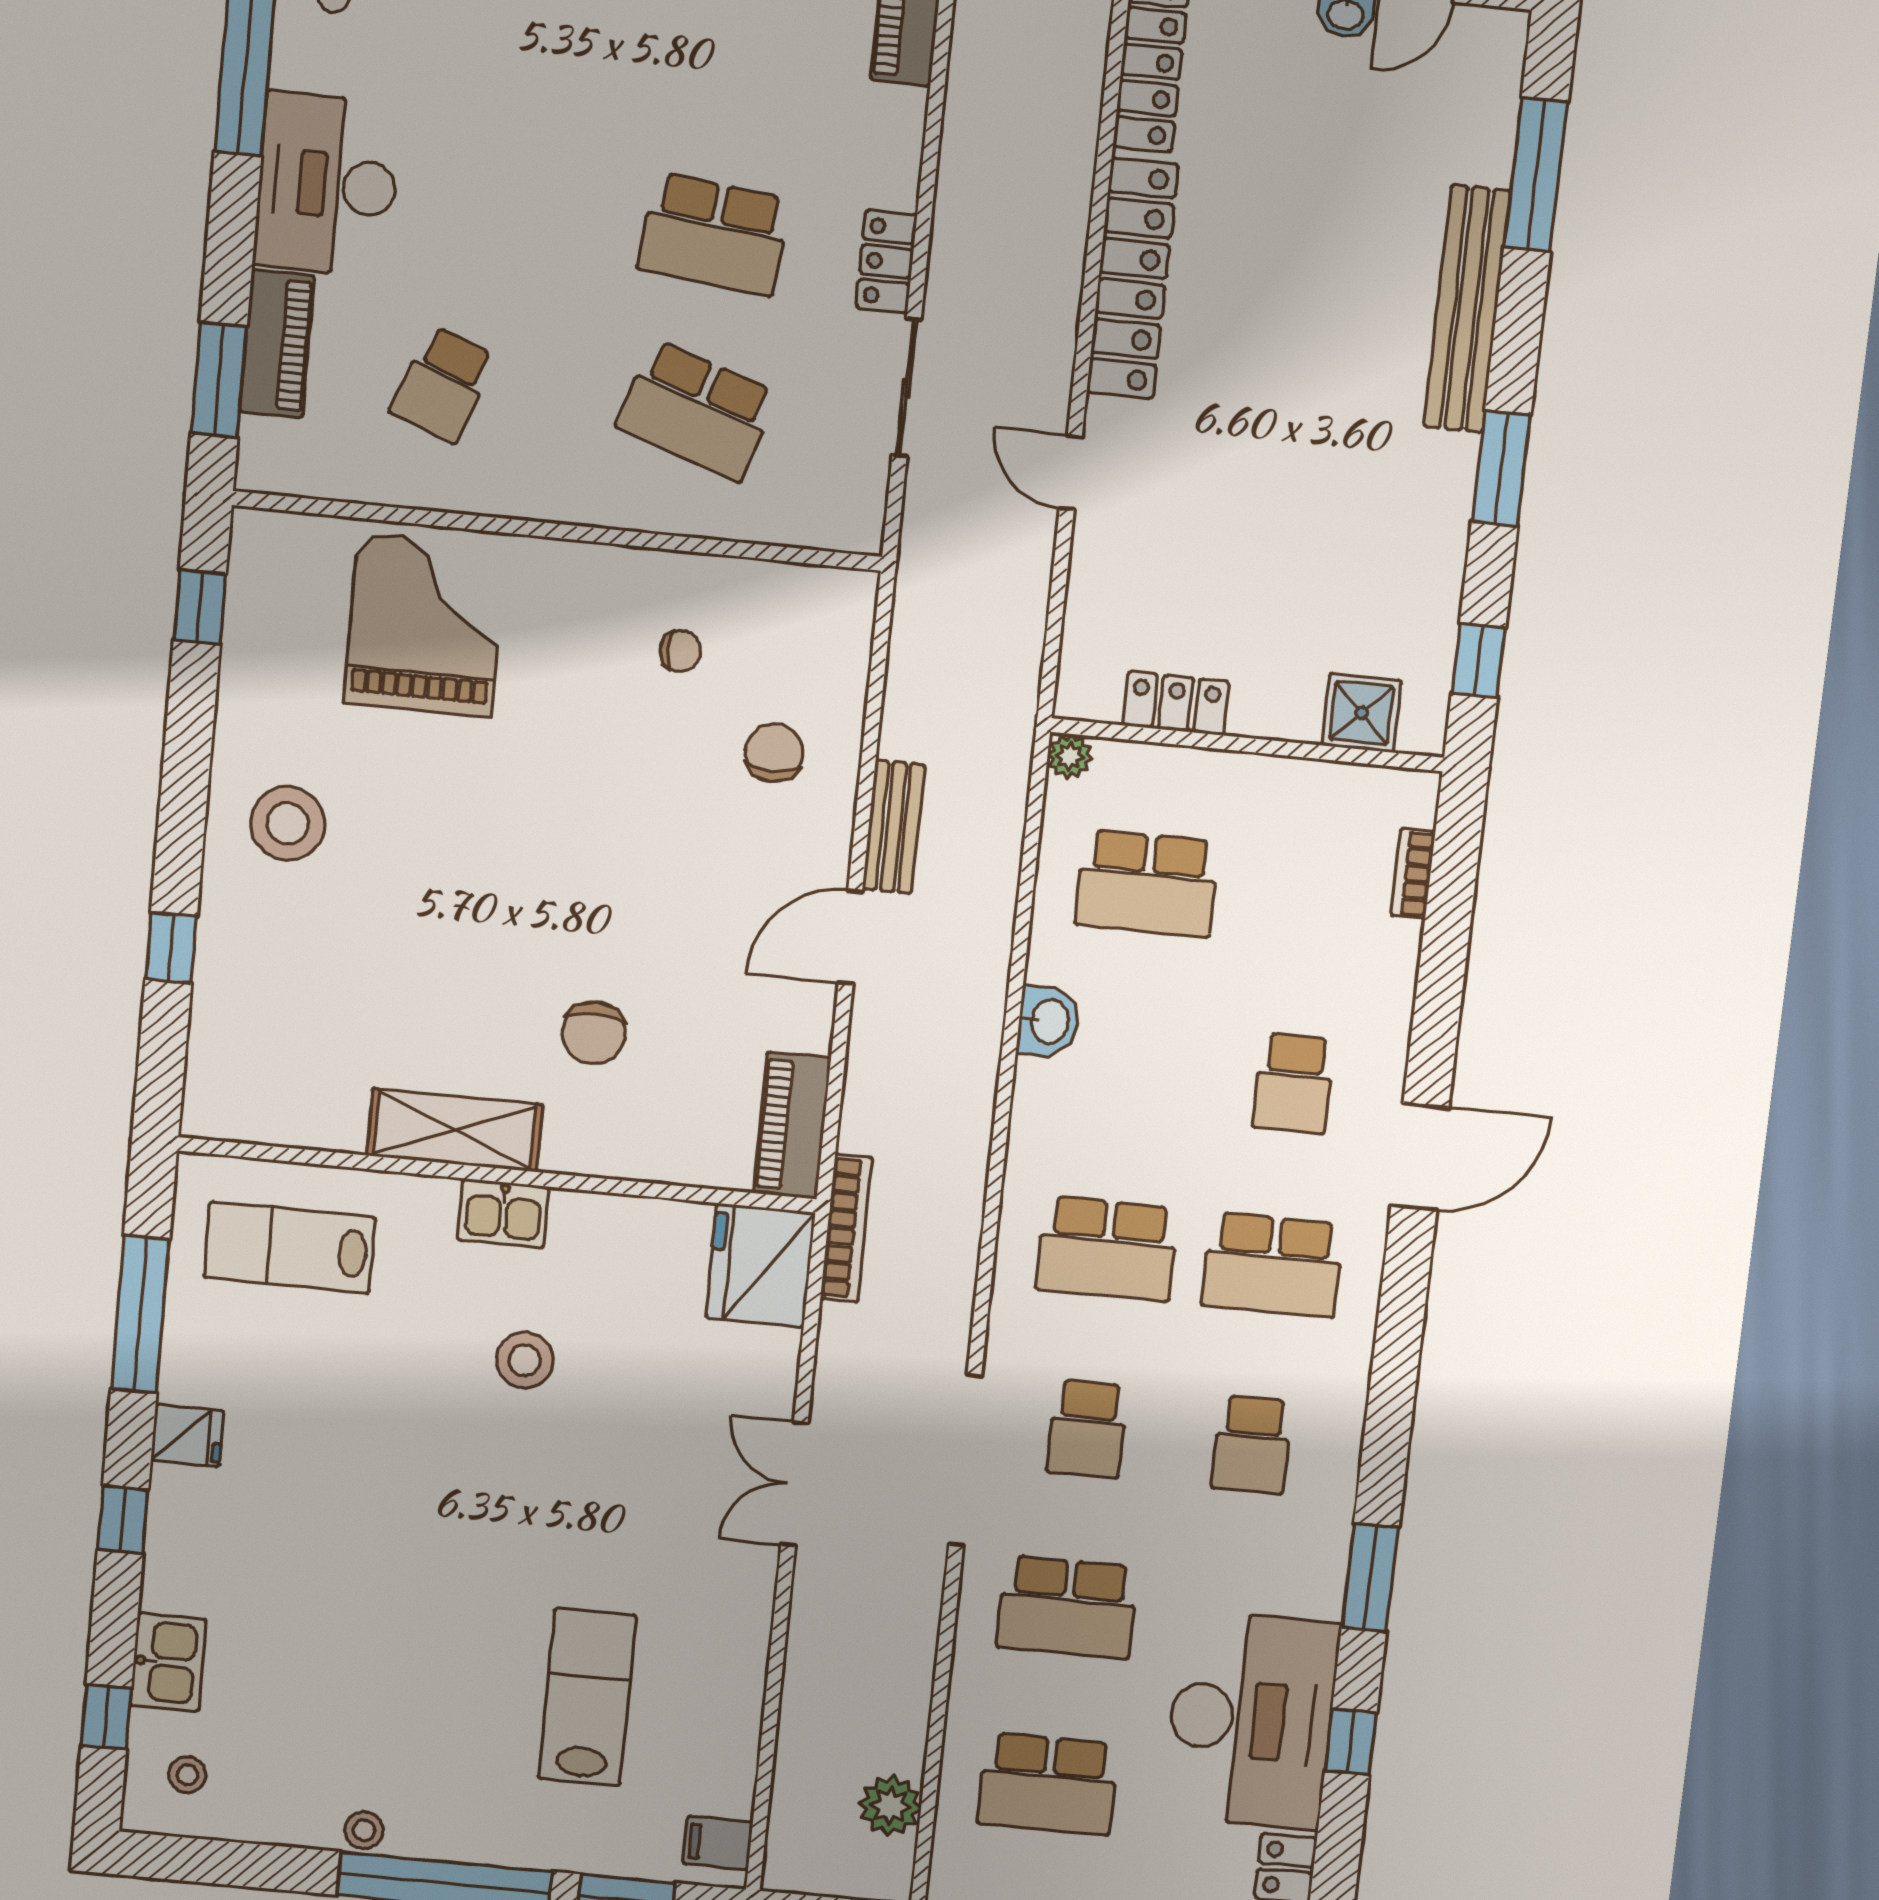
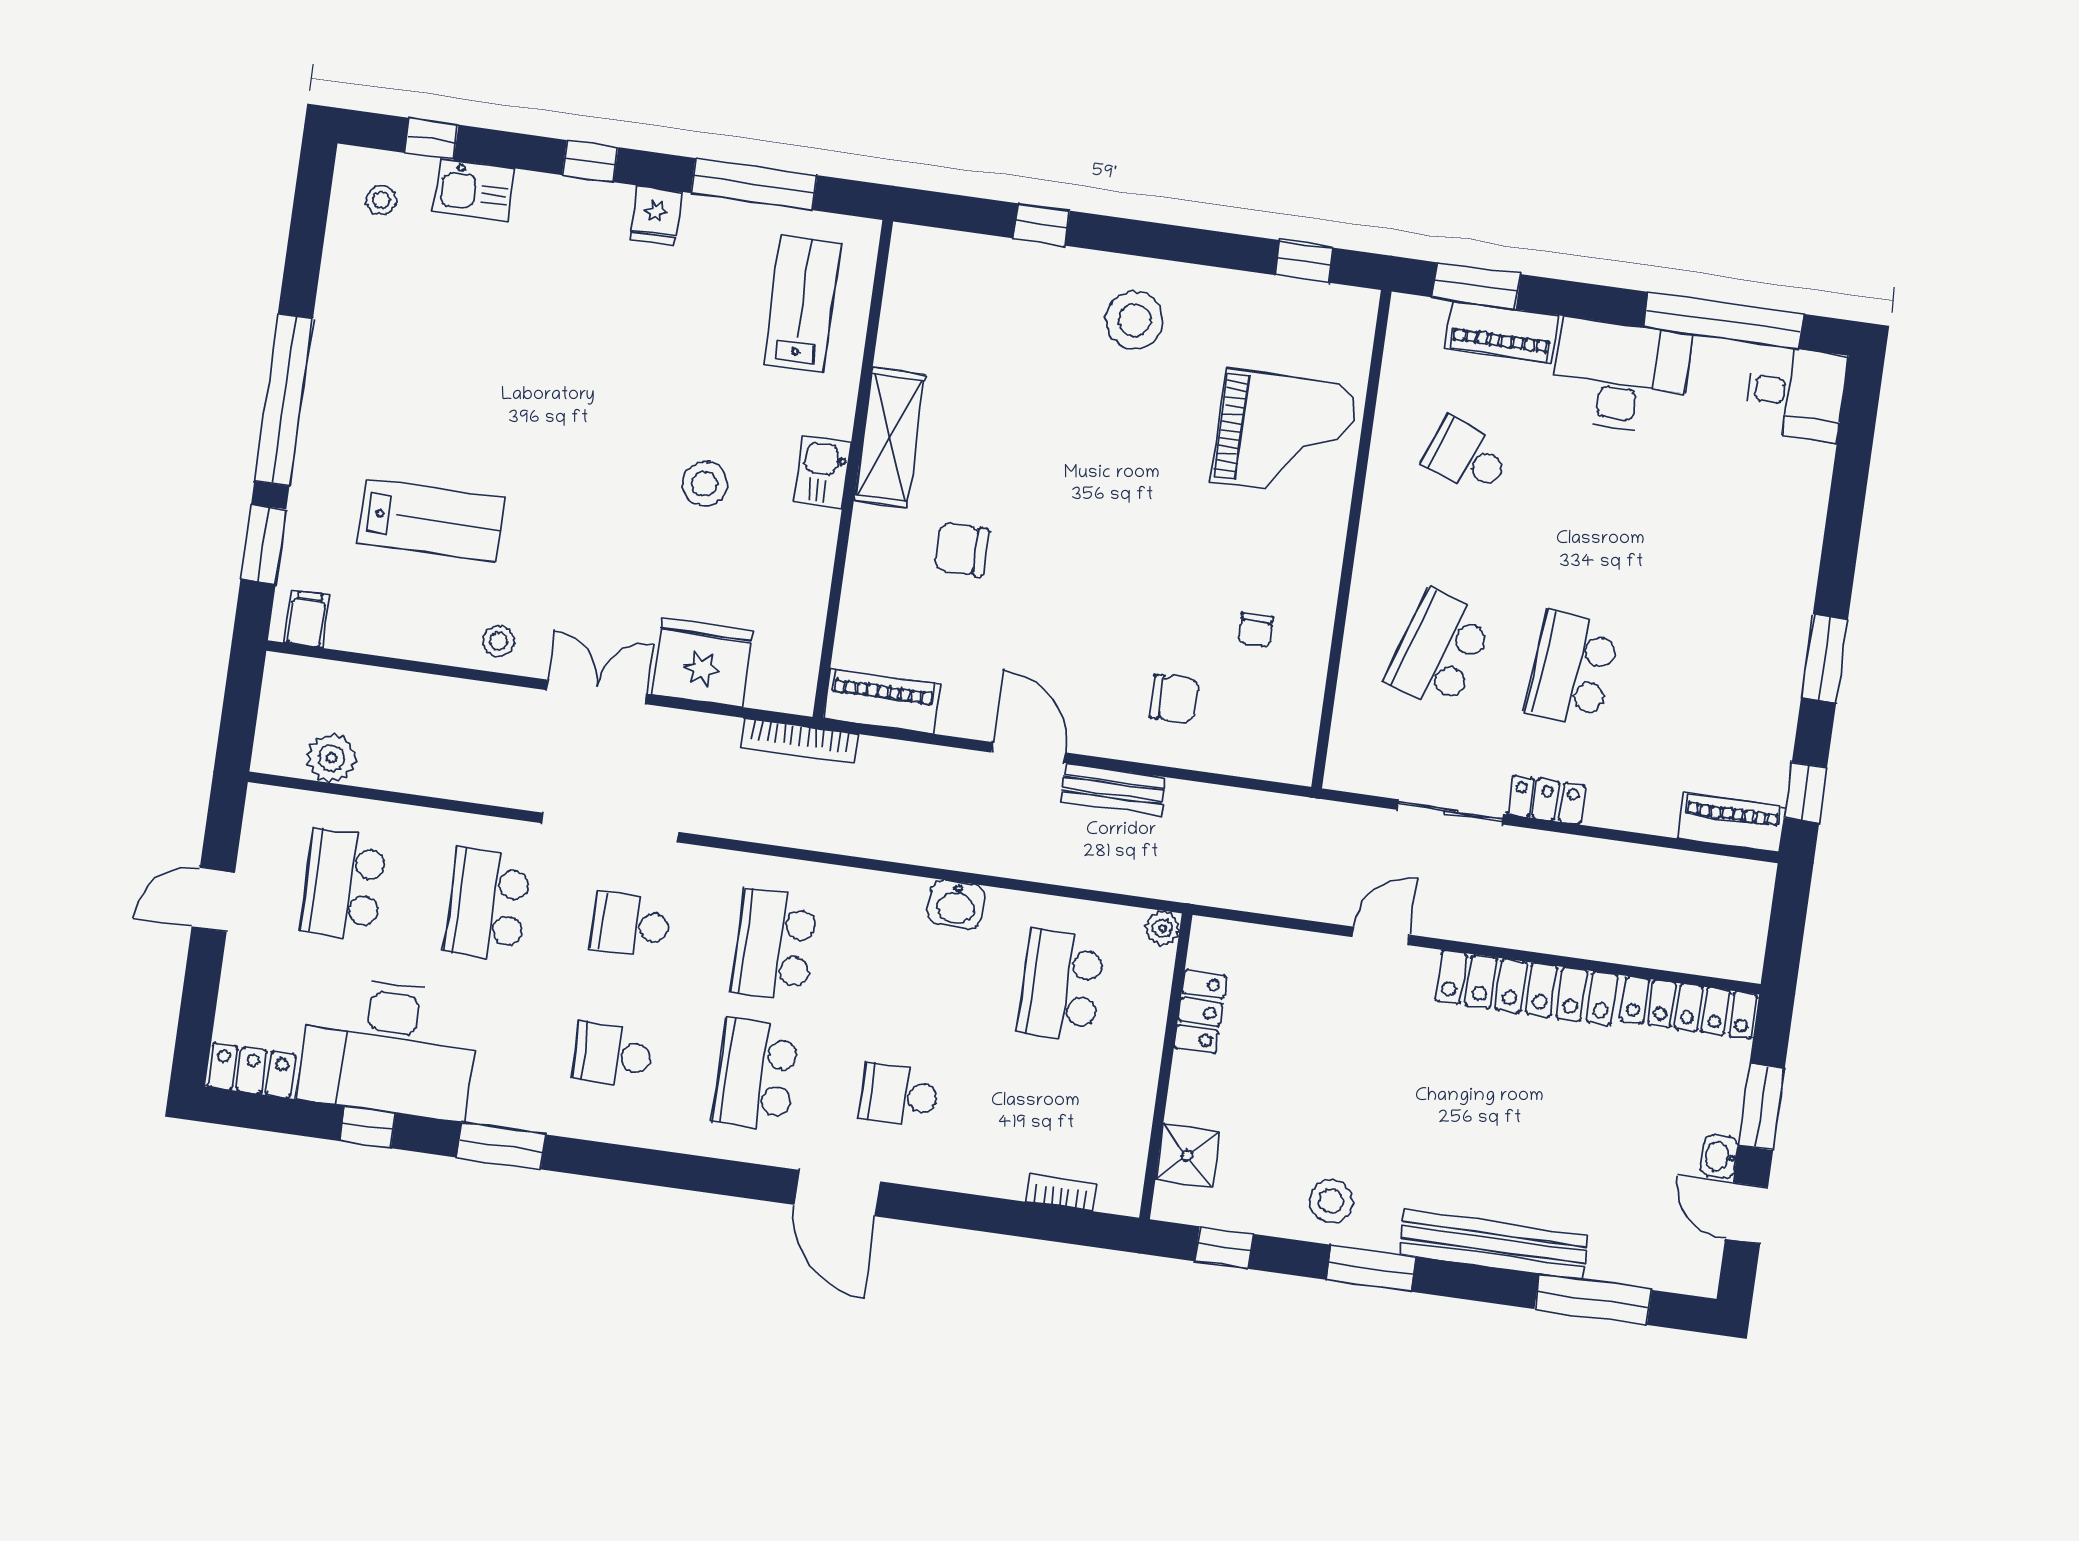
stool: (1416, 524) -> (1331, 1201), added
fridge: (760, 1265) -> (702, 662), moved
stool: (364, 1830) -> (498, 641), moved

